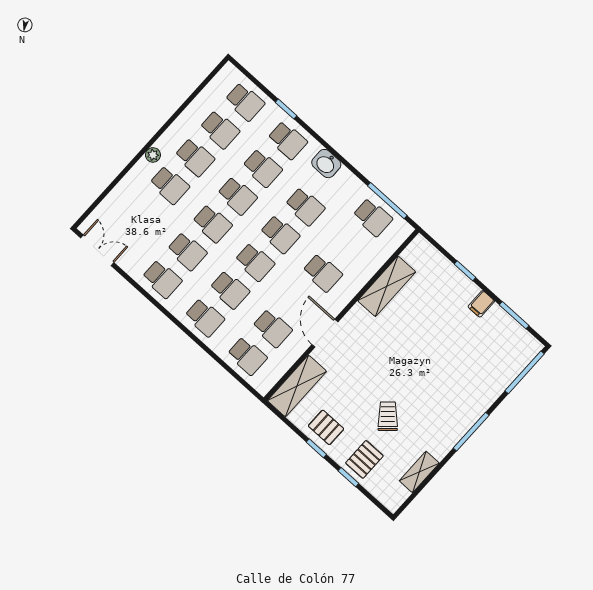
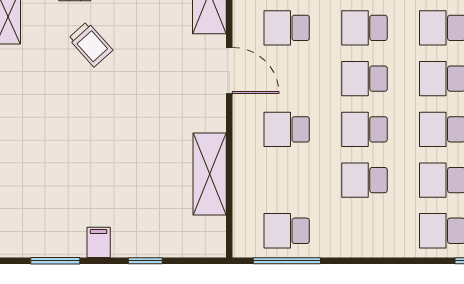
washbasin: (326, 164) -> (382, 243), removed

